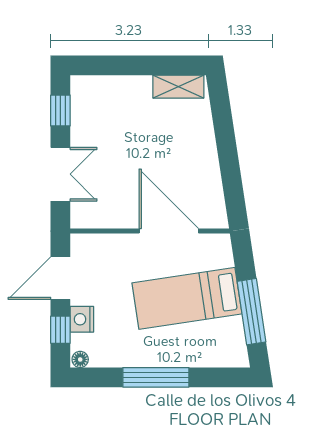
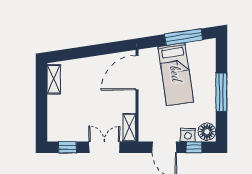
shelving: (95, 218) -> (129, 128), added
door: (169, 231) -> (137, 73), moved
floor lamp: (80, 359) -> (207, 132), width x1.89, depth x1.89

